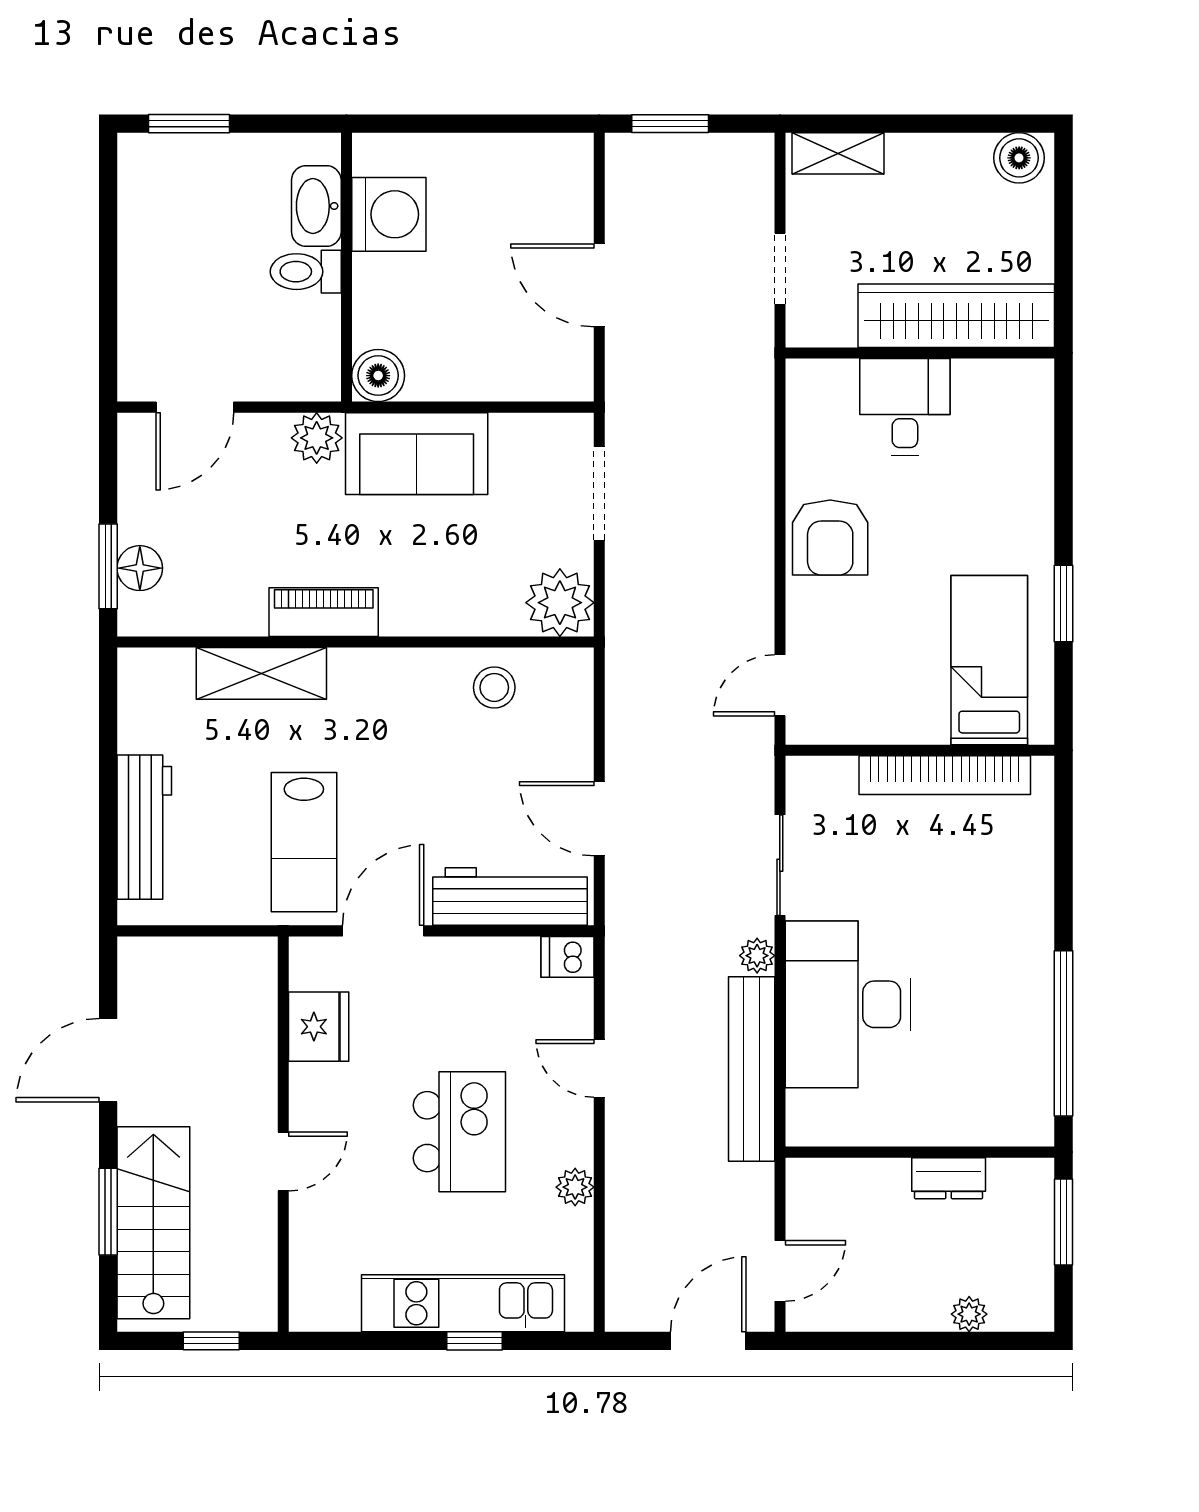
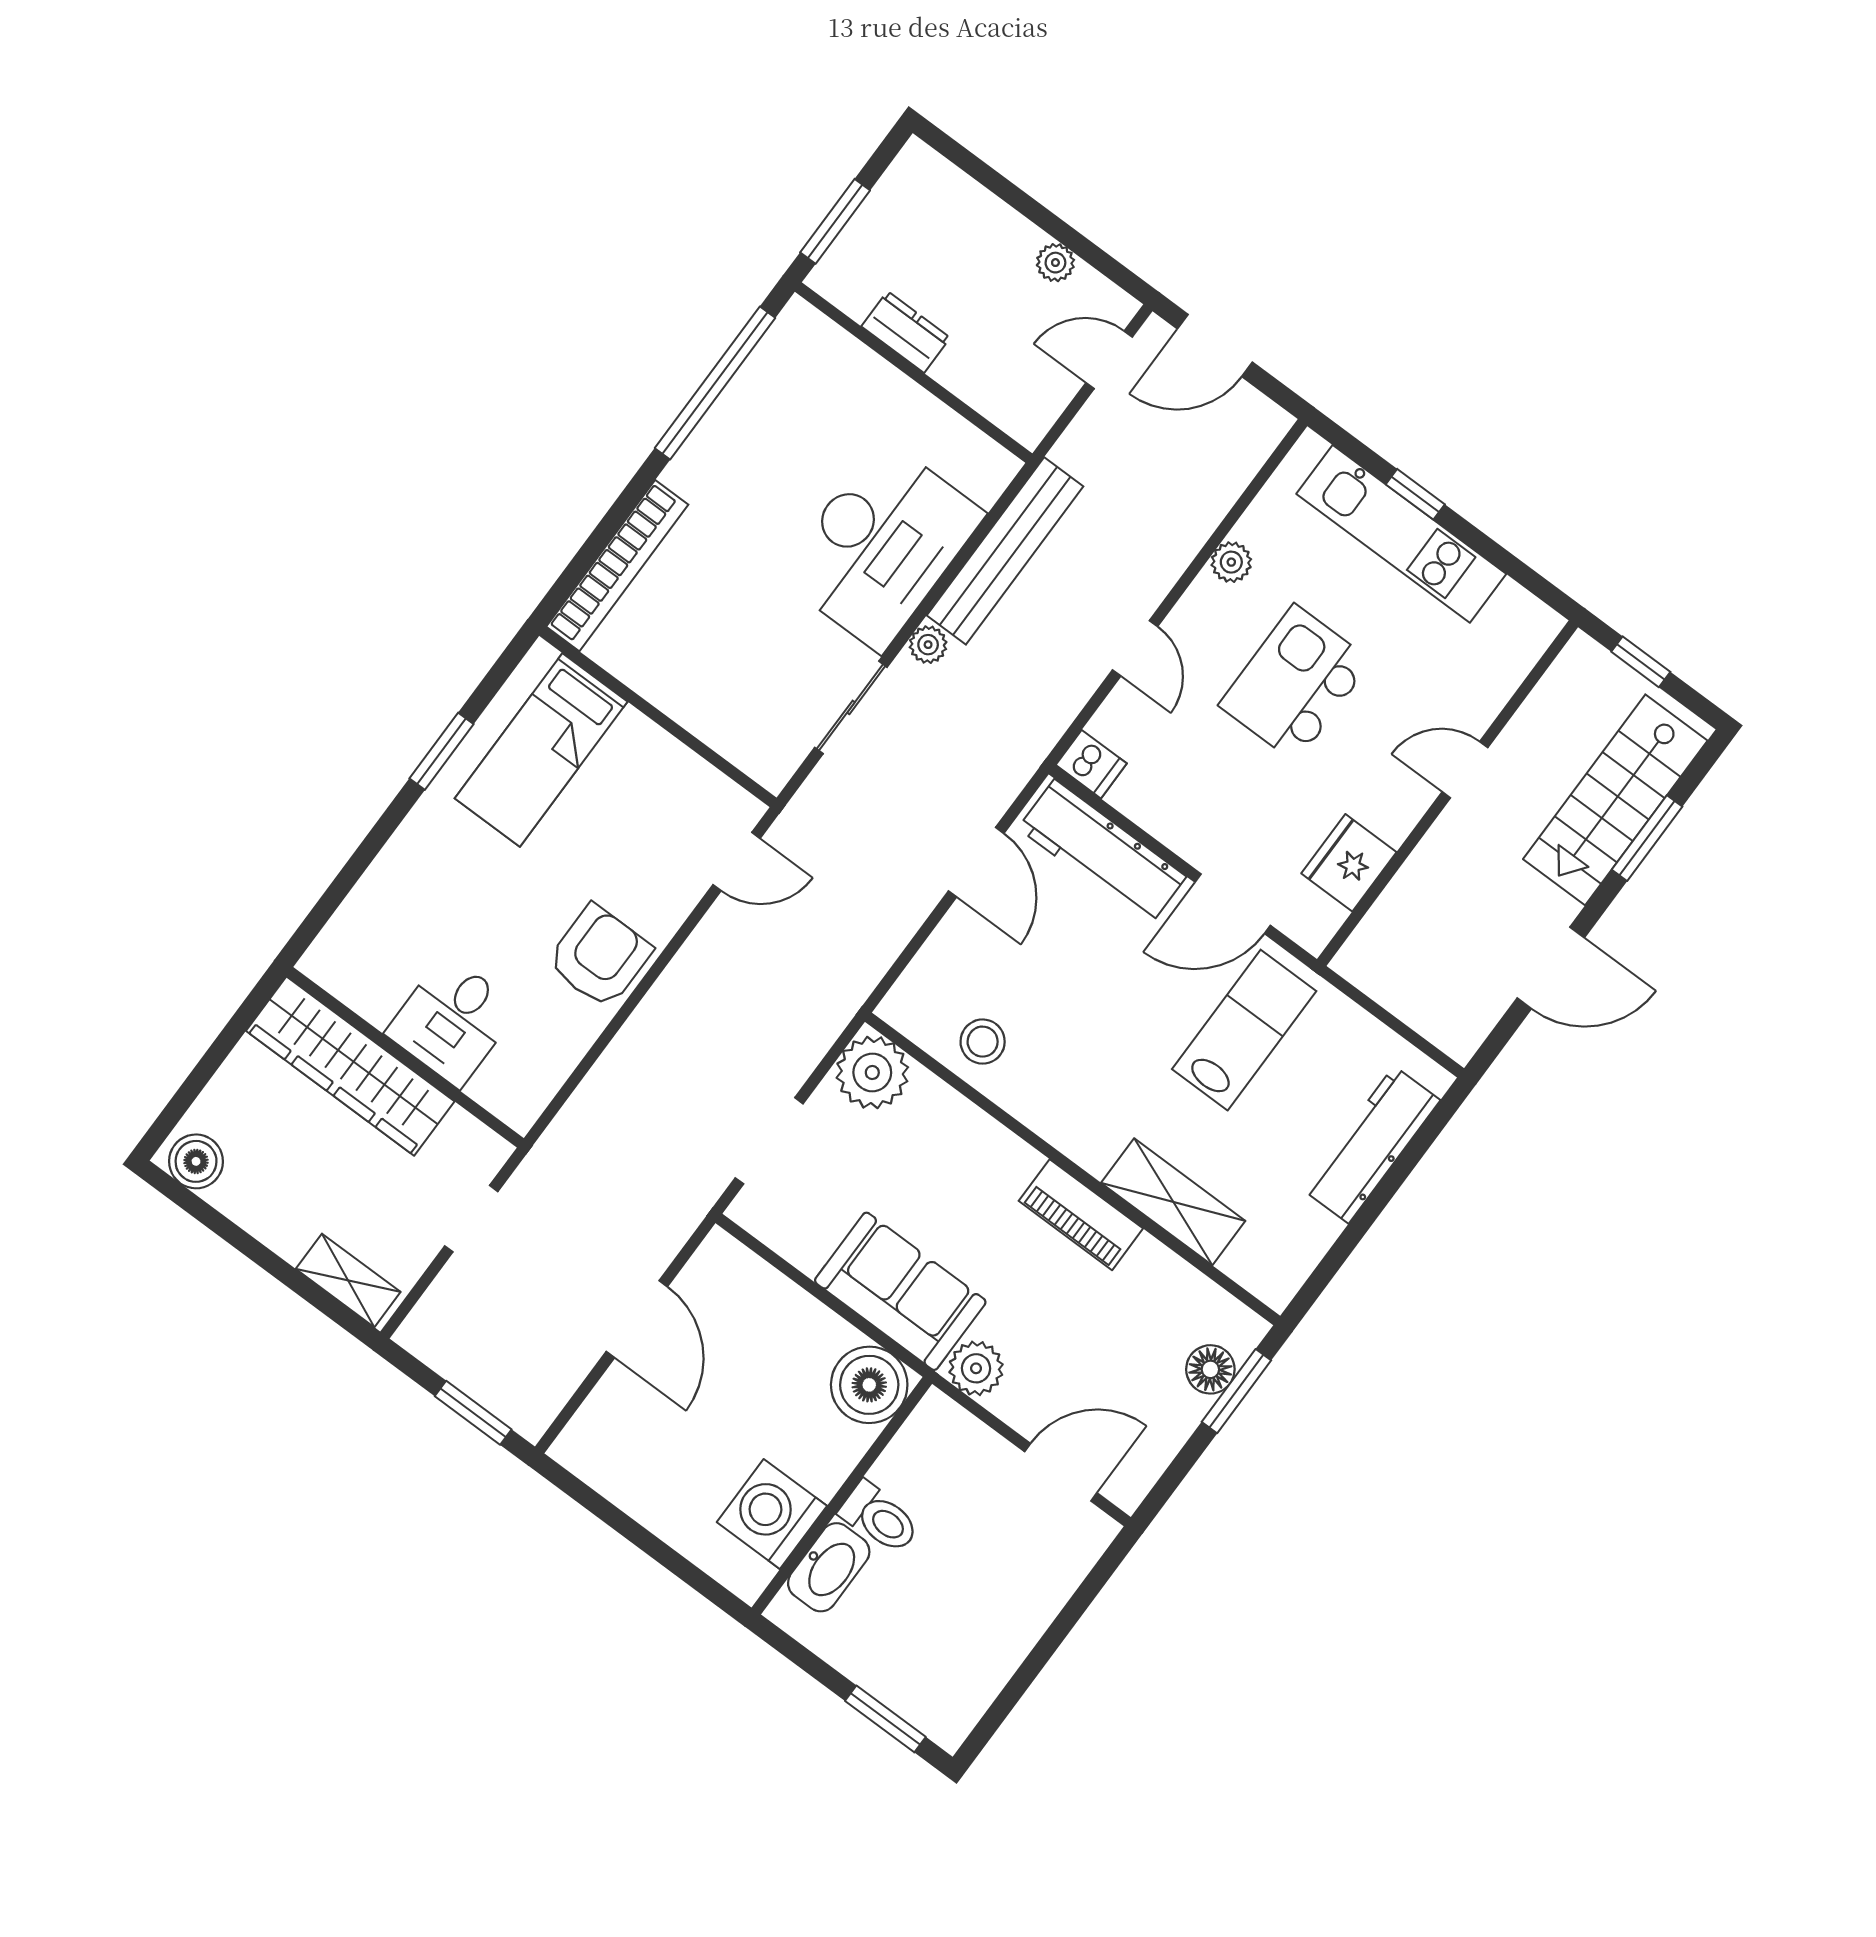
boiler: (378, 376) -> (869, 1385), width x1.37, depth x1.37
bookcase: (945, 775) -> (617, 566), moved, turned 90
plant: (969, 1314) -> (1055, 263), moved

